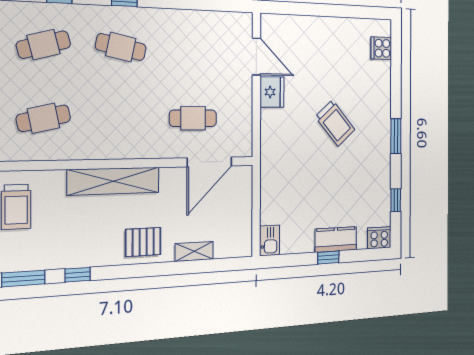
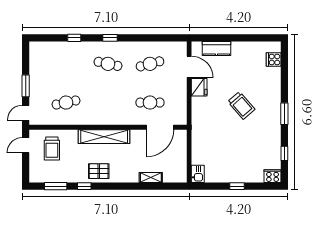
cafe table: (44, 45) -> (150, 64), moved
kitchen counter: (336, 239) -> (216, 49), moved, turned 180
pallet: (143, 242) -> (99, 171), moved

